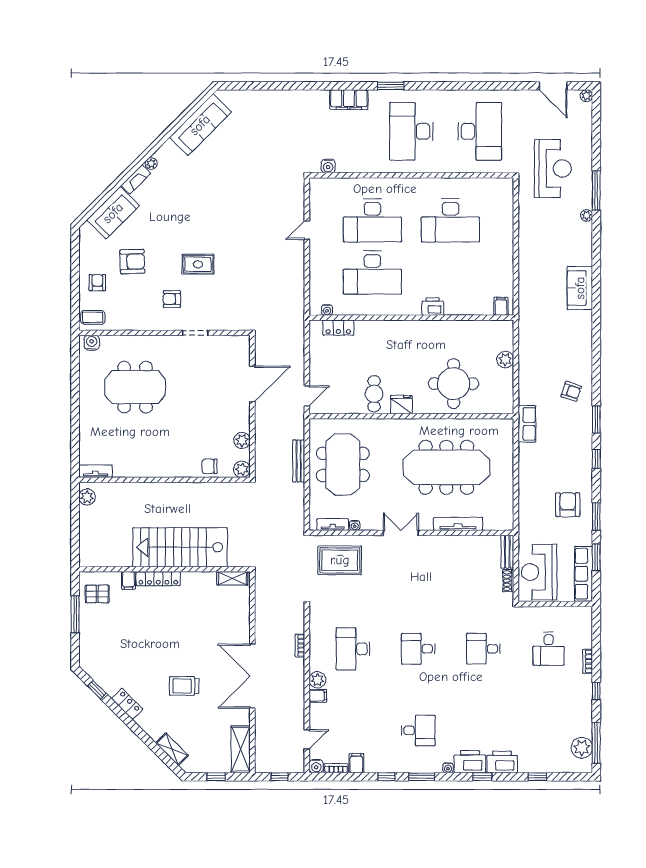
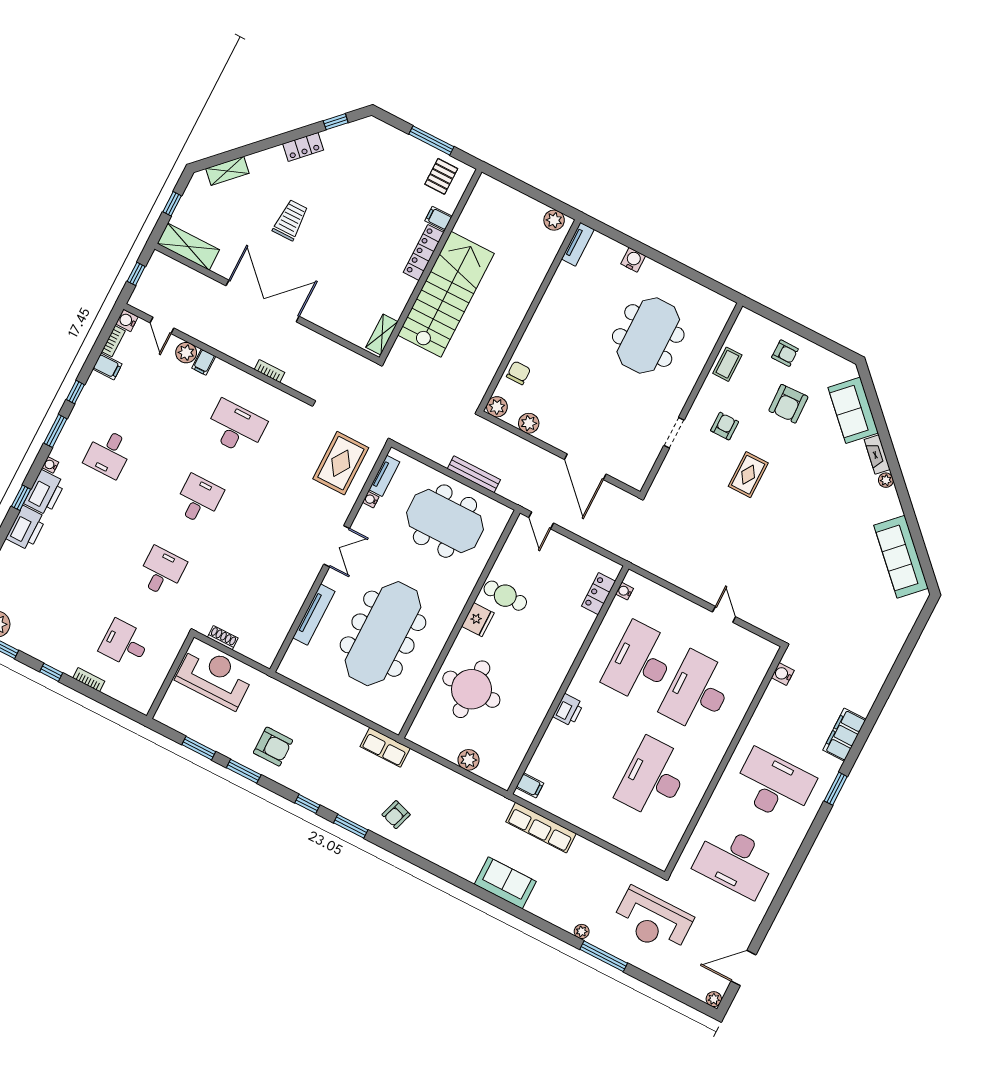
coffee table: (93, 317) -> (727, 364), moved
water cooler: (92, 343) -> (633, 260), moved, turned -90
bench: (507, 552) -> (255, 653), removed
row of seats: (584, 574) -> (541, 828), moved, turned 180
plant: (317, 680) -> (186, 353), moved

